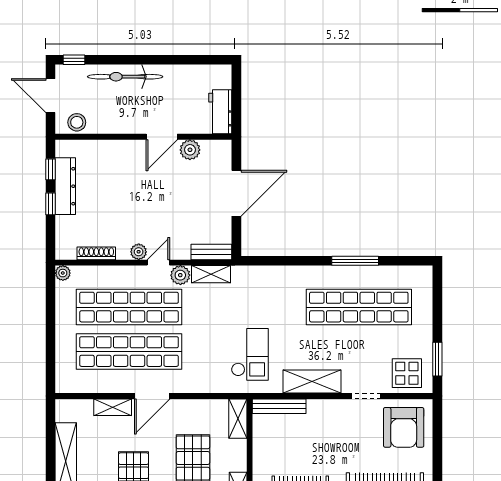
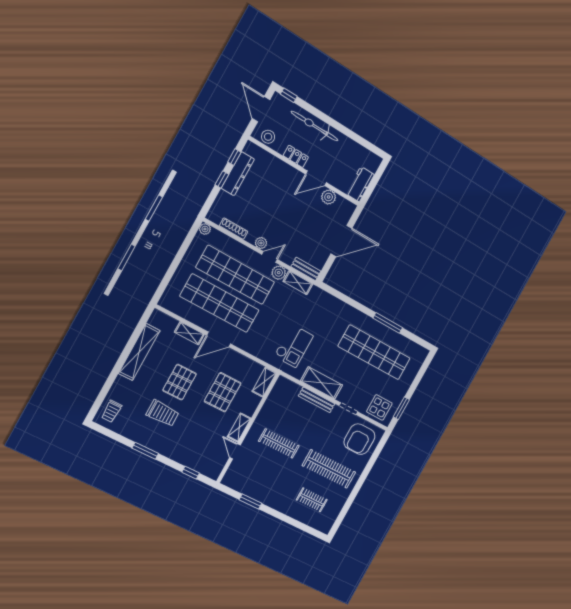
locker: (123, 125) -> (296, 156), added
bench: (279, 406) -> (317, 400), moved

